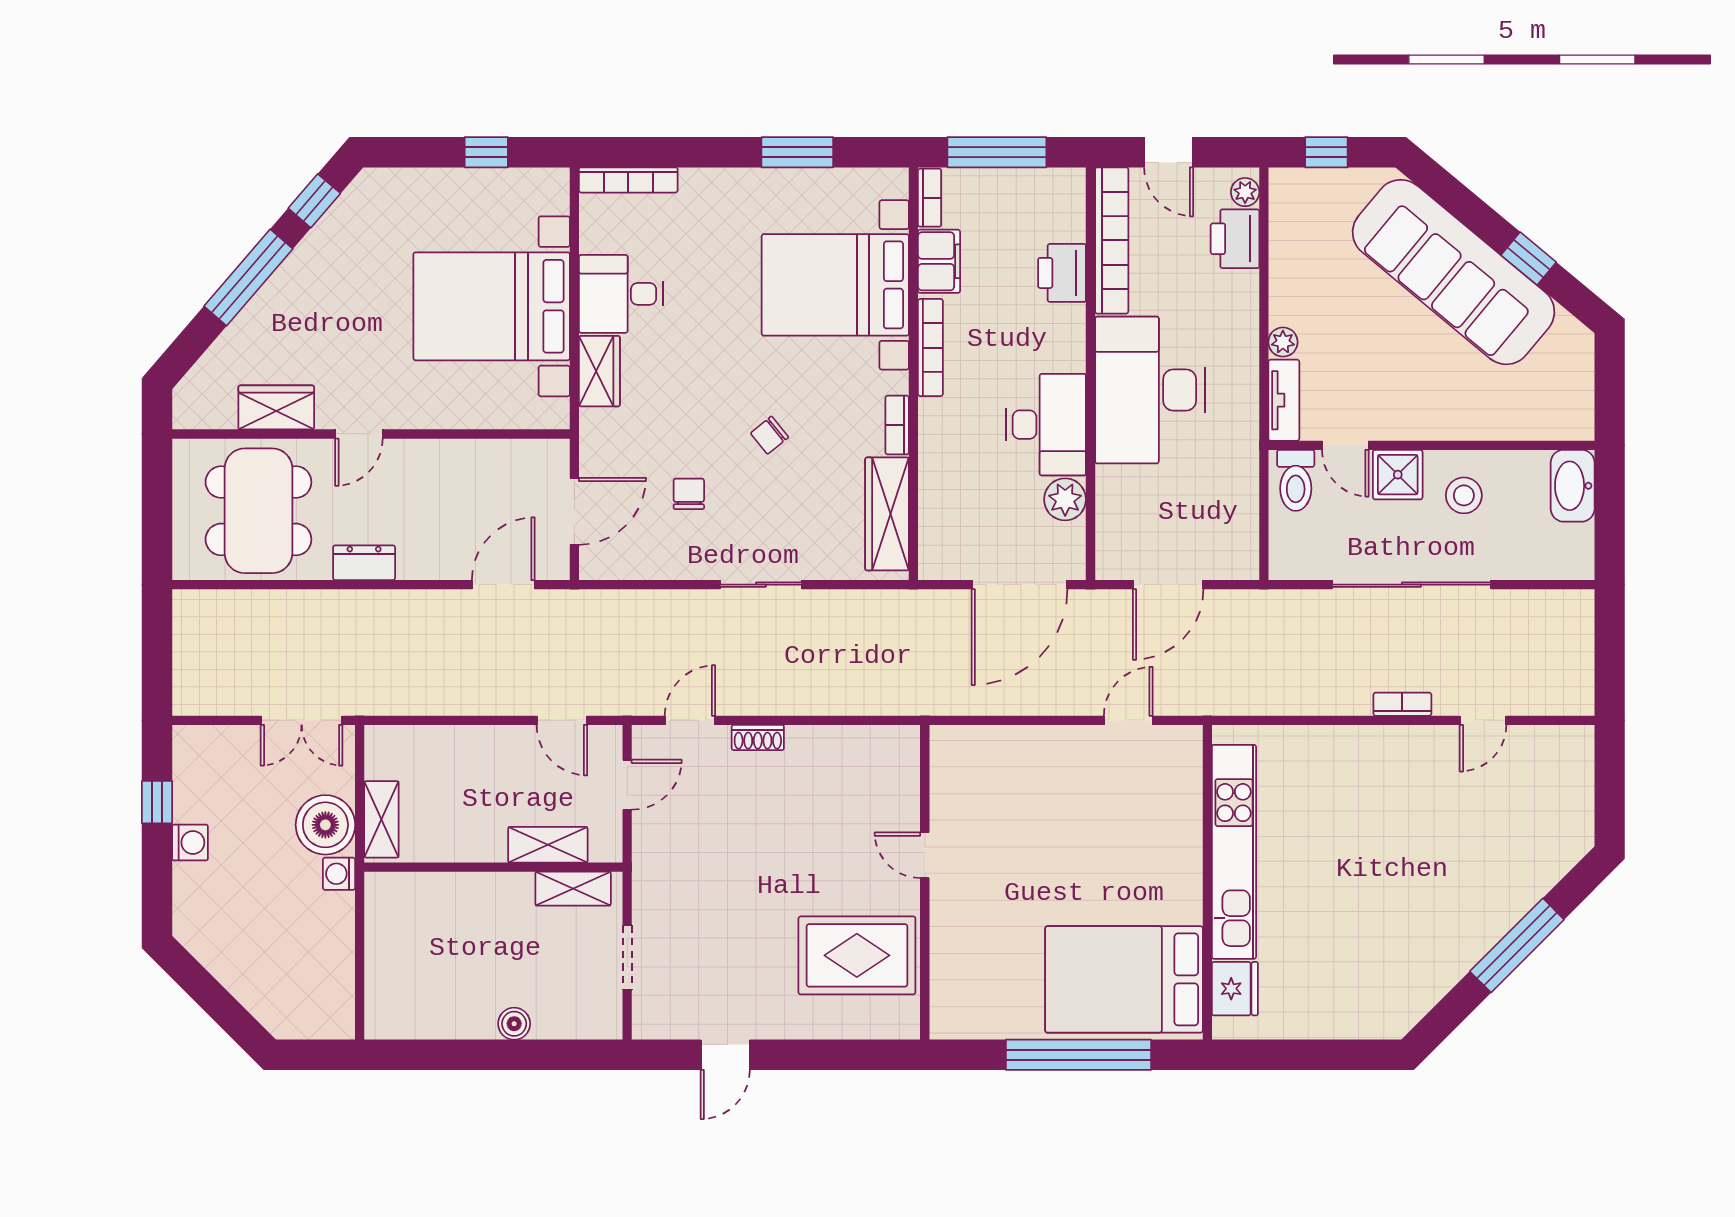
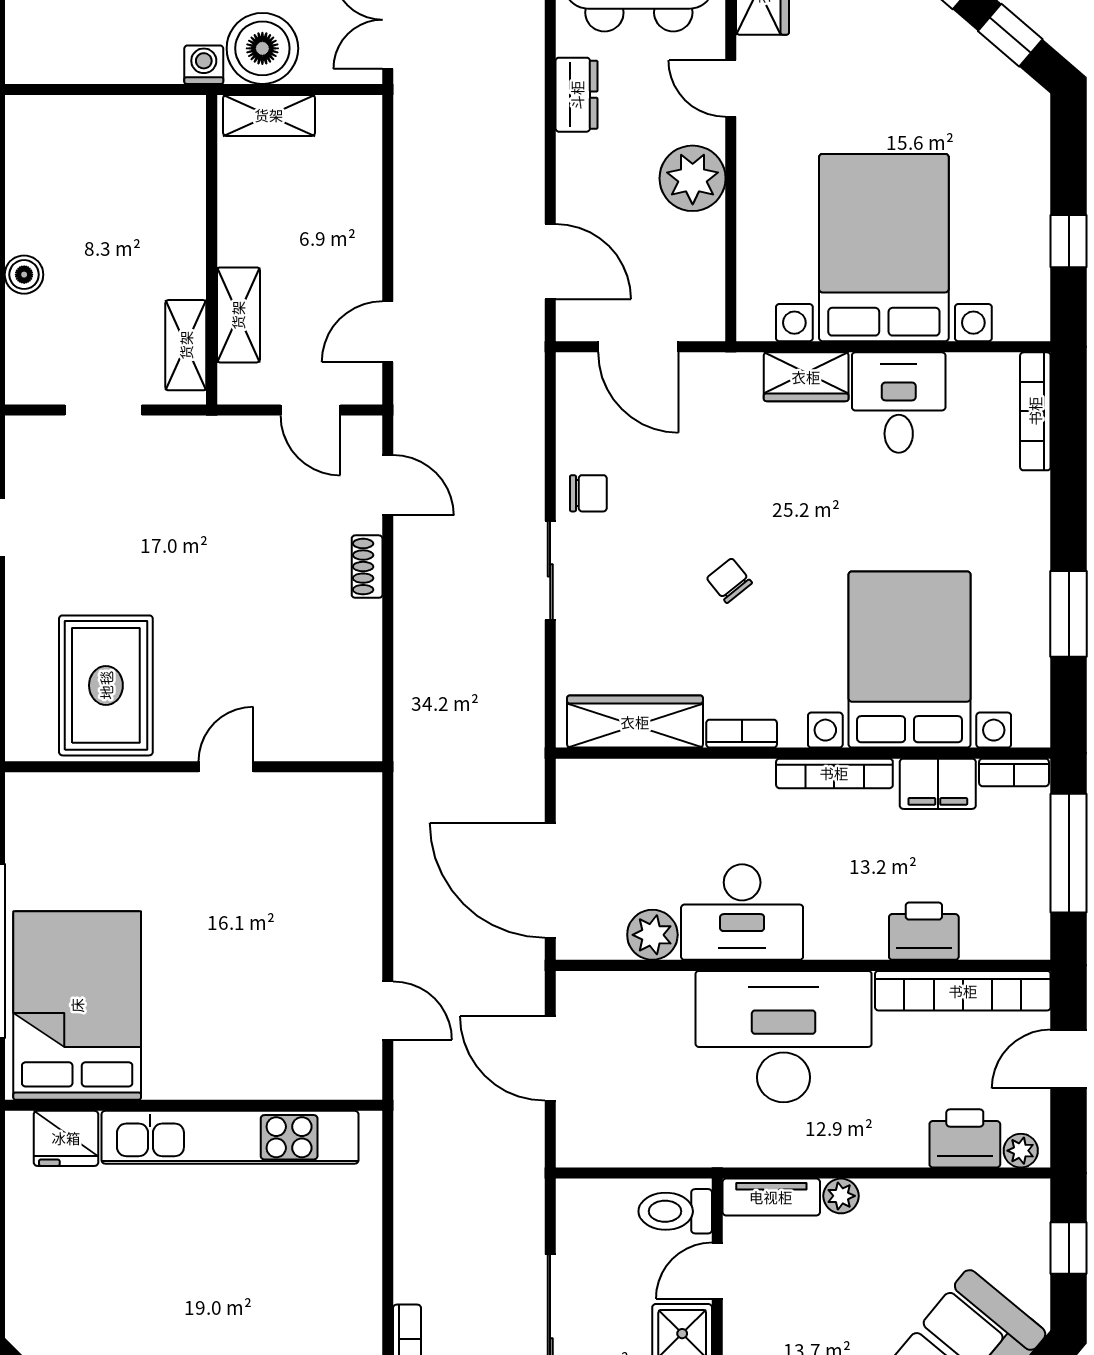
plant: (434, 466) -> (693, 178), added
chair: (689, 494) -> (588, 493), moved

